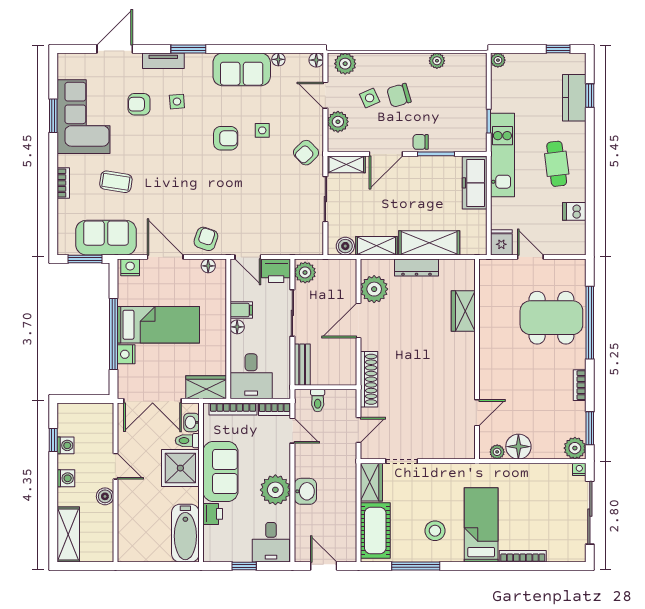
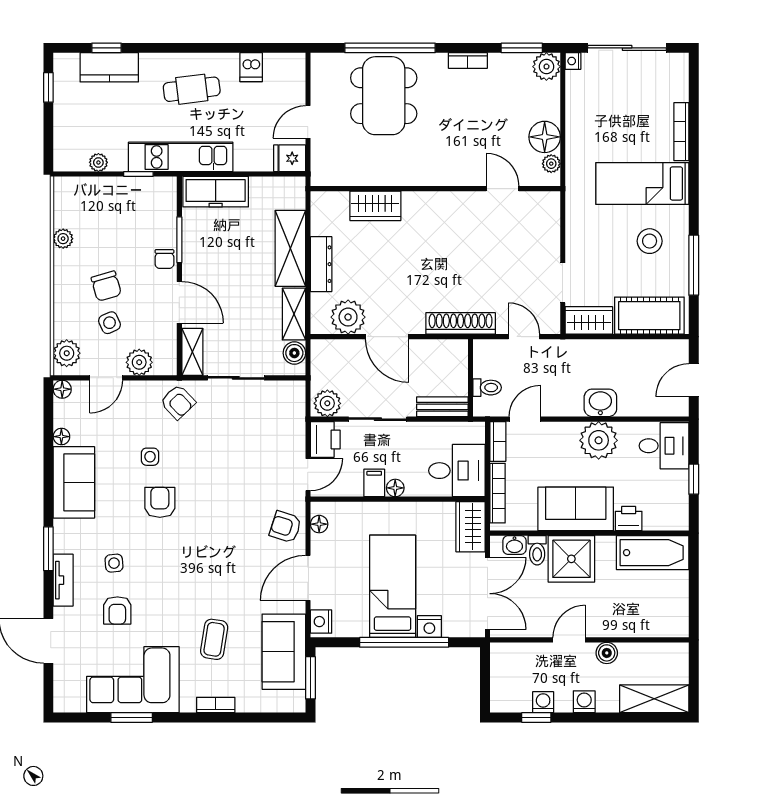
plant: (498, 60) -> (98, 162), moved

